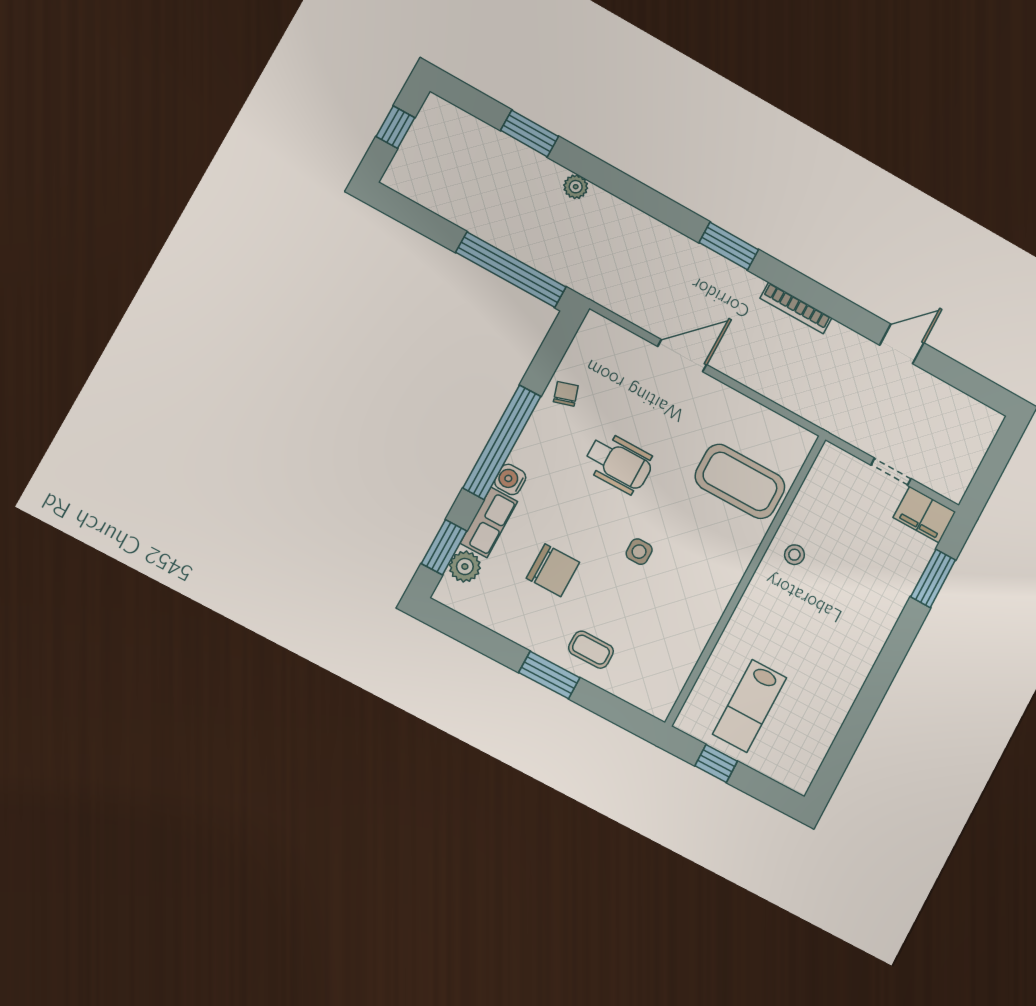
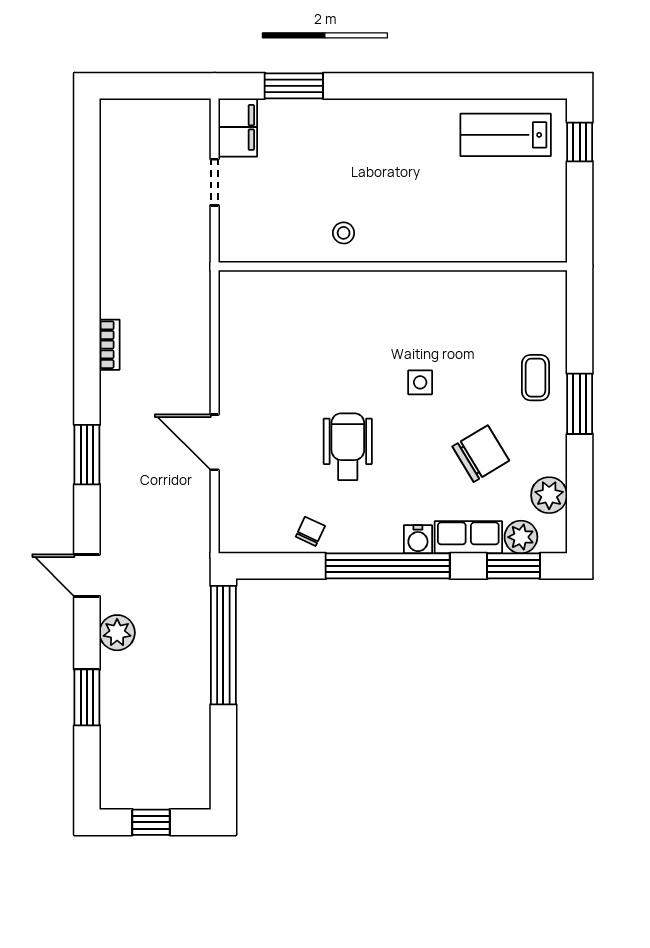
plant: (576, 187) -> (117, 633), width x1.38, depth x1.38
bookcase: (796, 308) -> (110, 345), width x0.64
door: (902, 344) -> (87, 575), moved
chair: (566, 394) -> (310, 531), turned 132
coffee table: (740, 481) -> (303, 323), removed
chair: (553, 570) -> (481, 454), turned 59
plant: (487, 609) -> (549, 495), added
lab bench: (749, 706) -> (506, 135), moved, turned 180
window: (716, 764) -> (580, 142), moved

